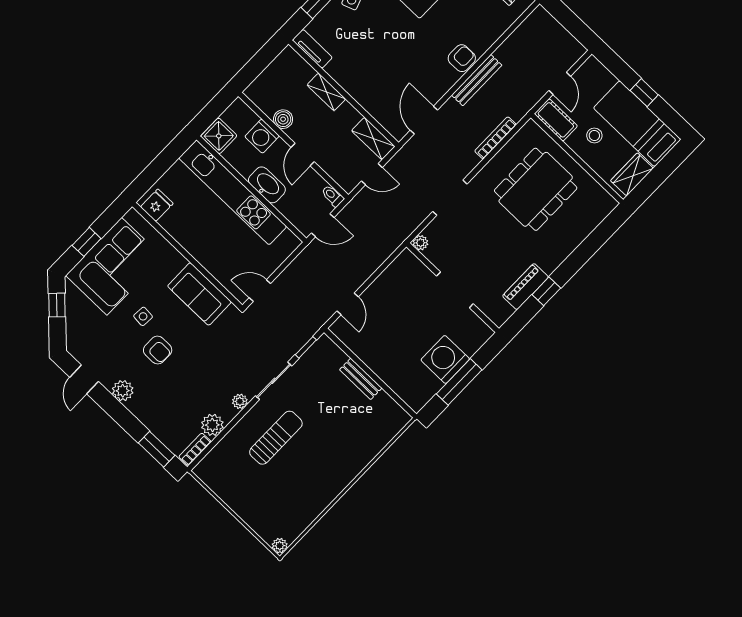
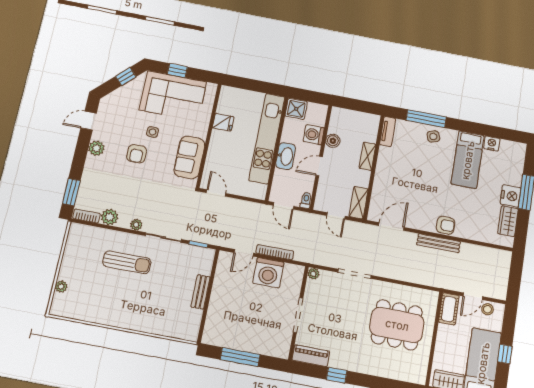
stool: (594, 135) -> (487, 309), moved
bookcase: (495, 138) -> (275, 252), moved
fridge: (157, 205) -> (223, 122), moved
piano: (525, 287) -> (311, 356), moved
washing machine: (445, 359) -> (268, 273), moved, turned 180
plant: (280, 546) -> (61, 287), moved

